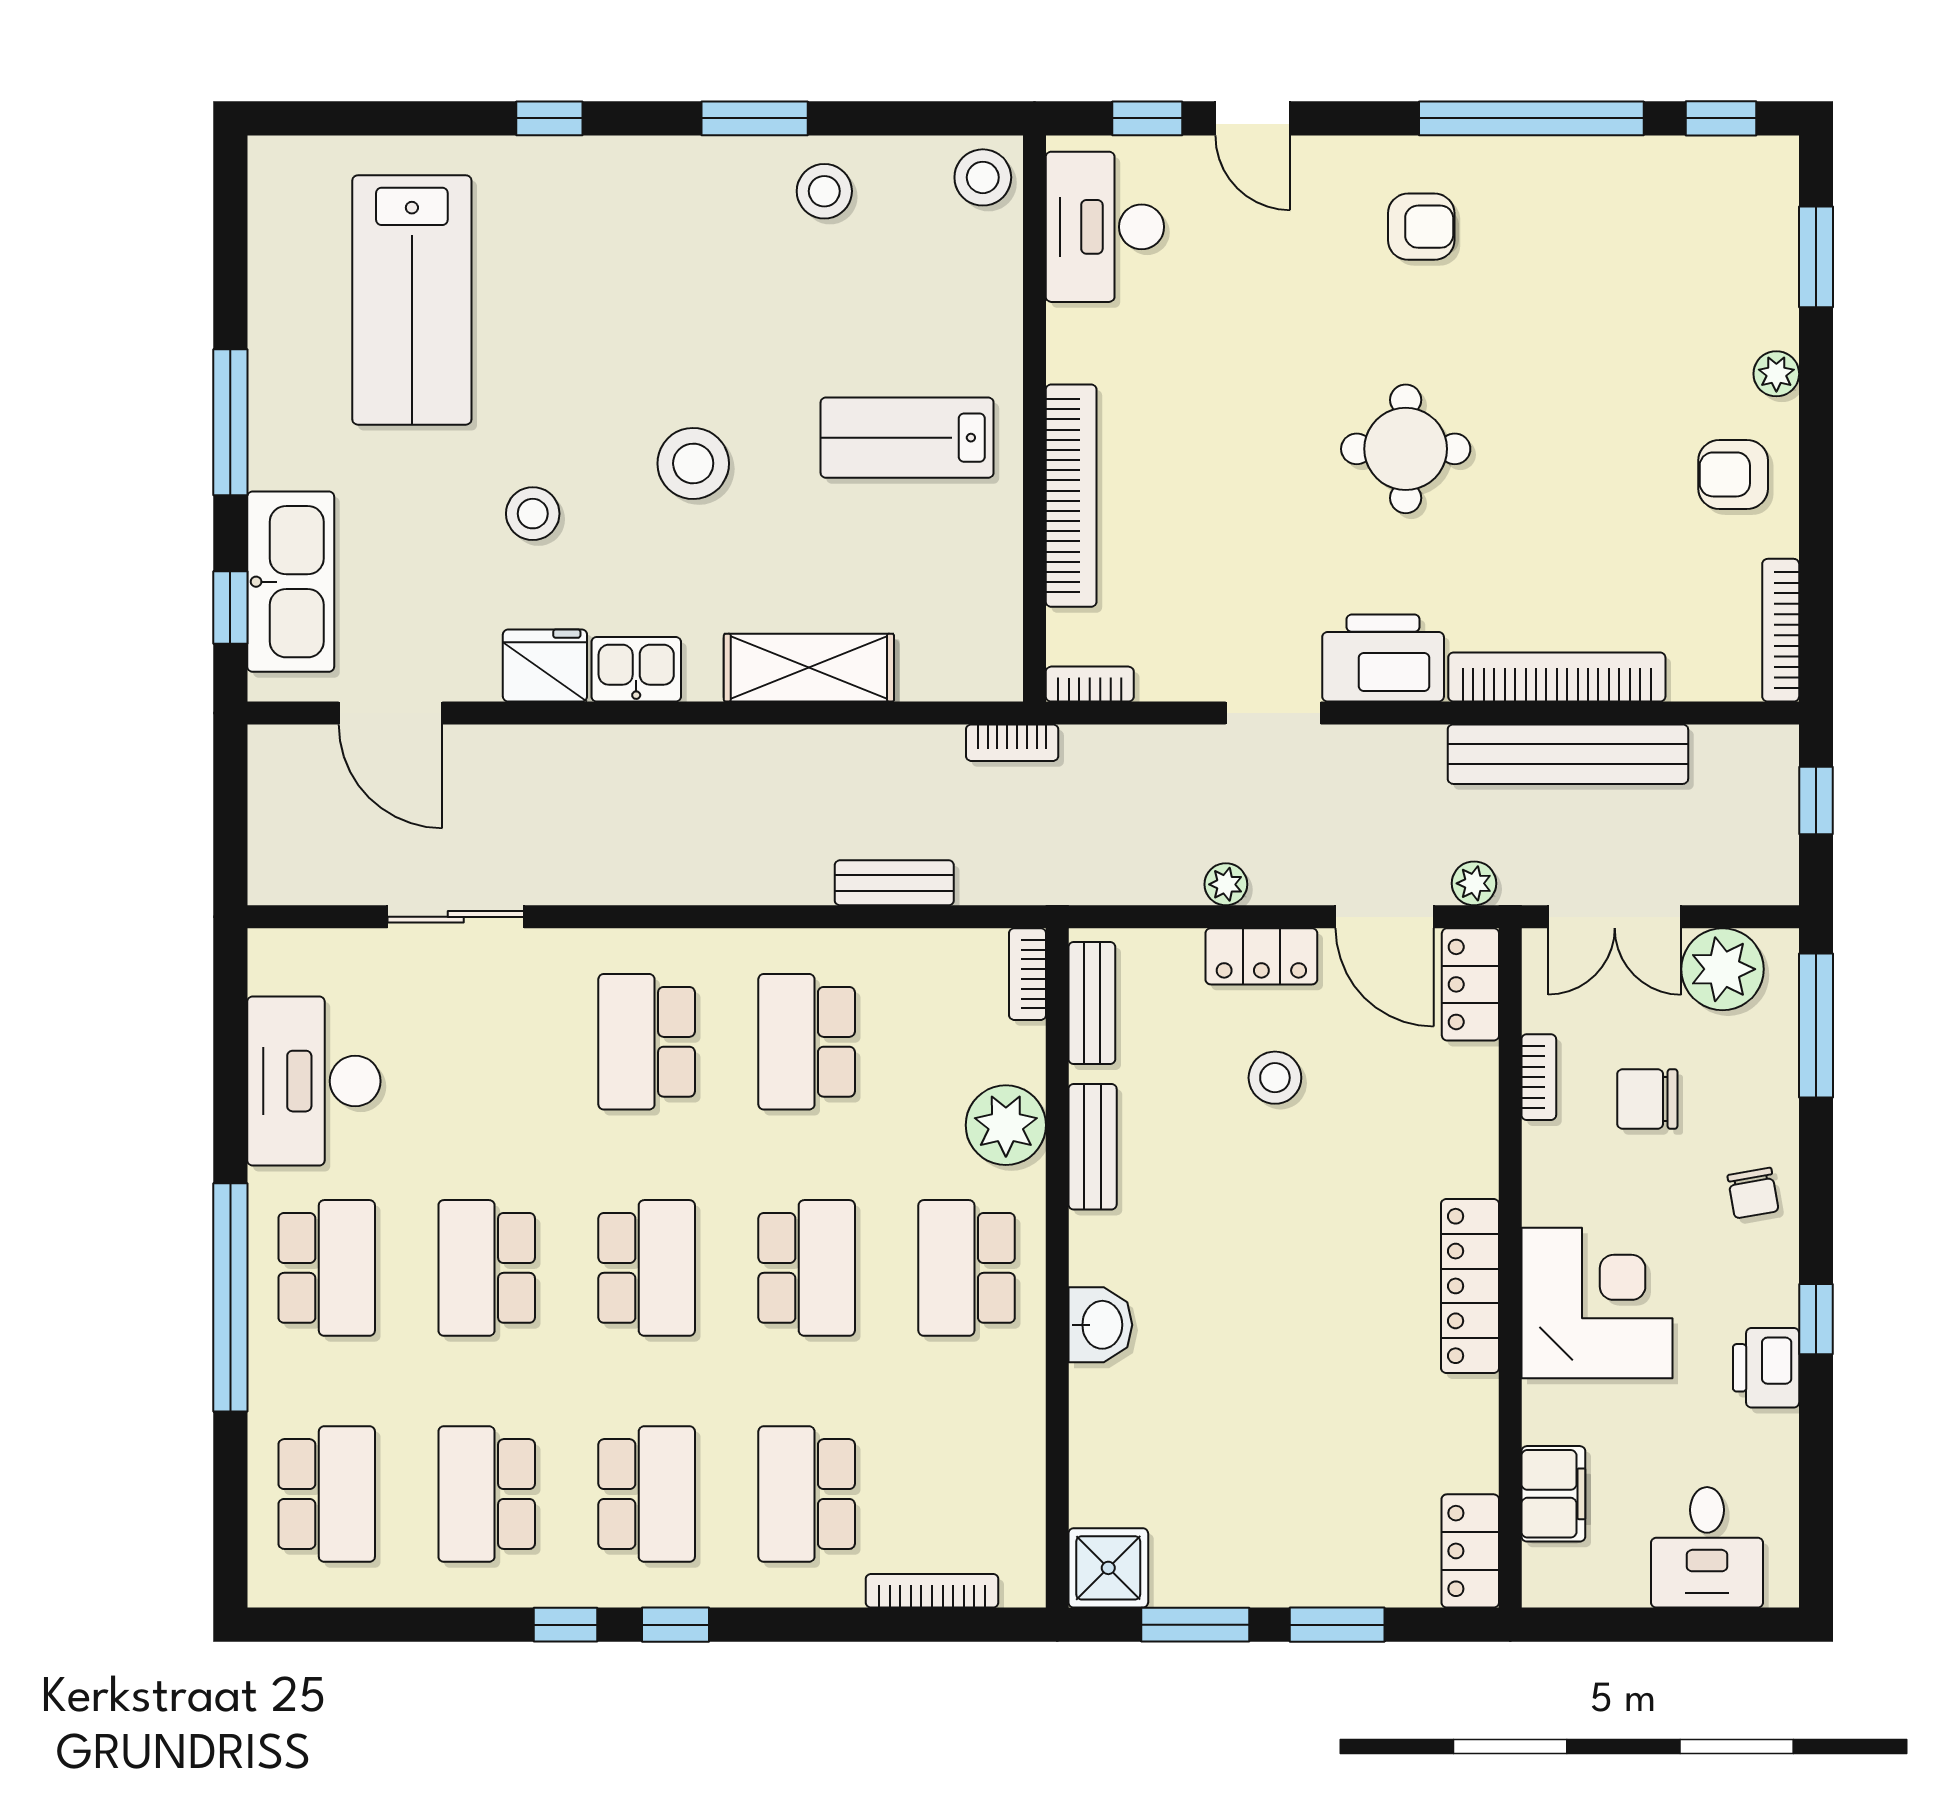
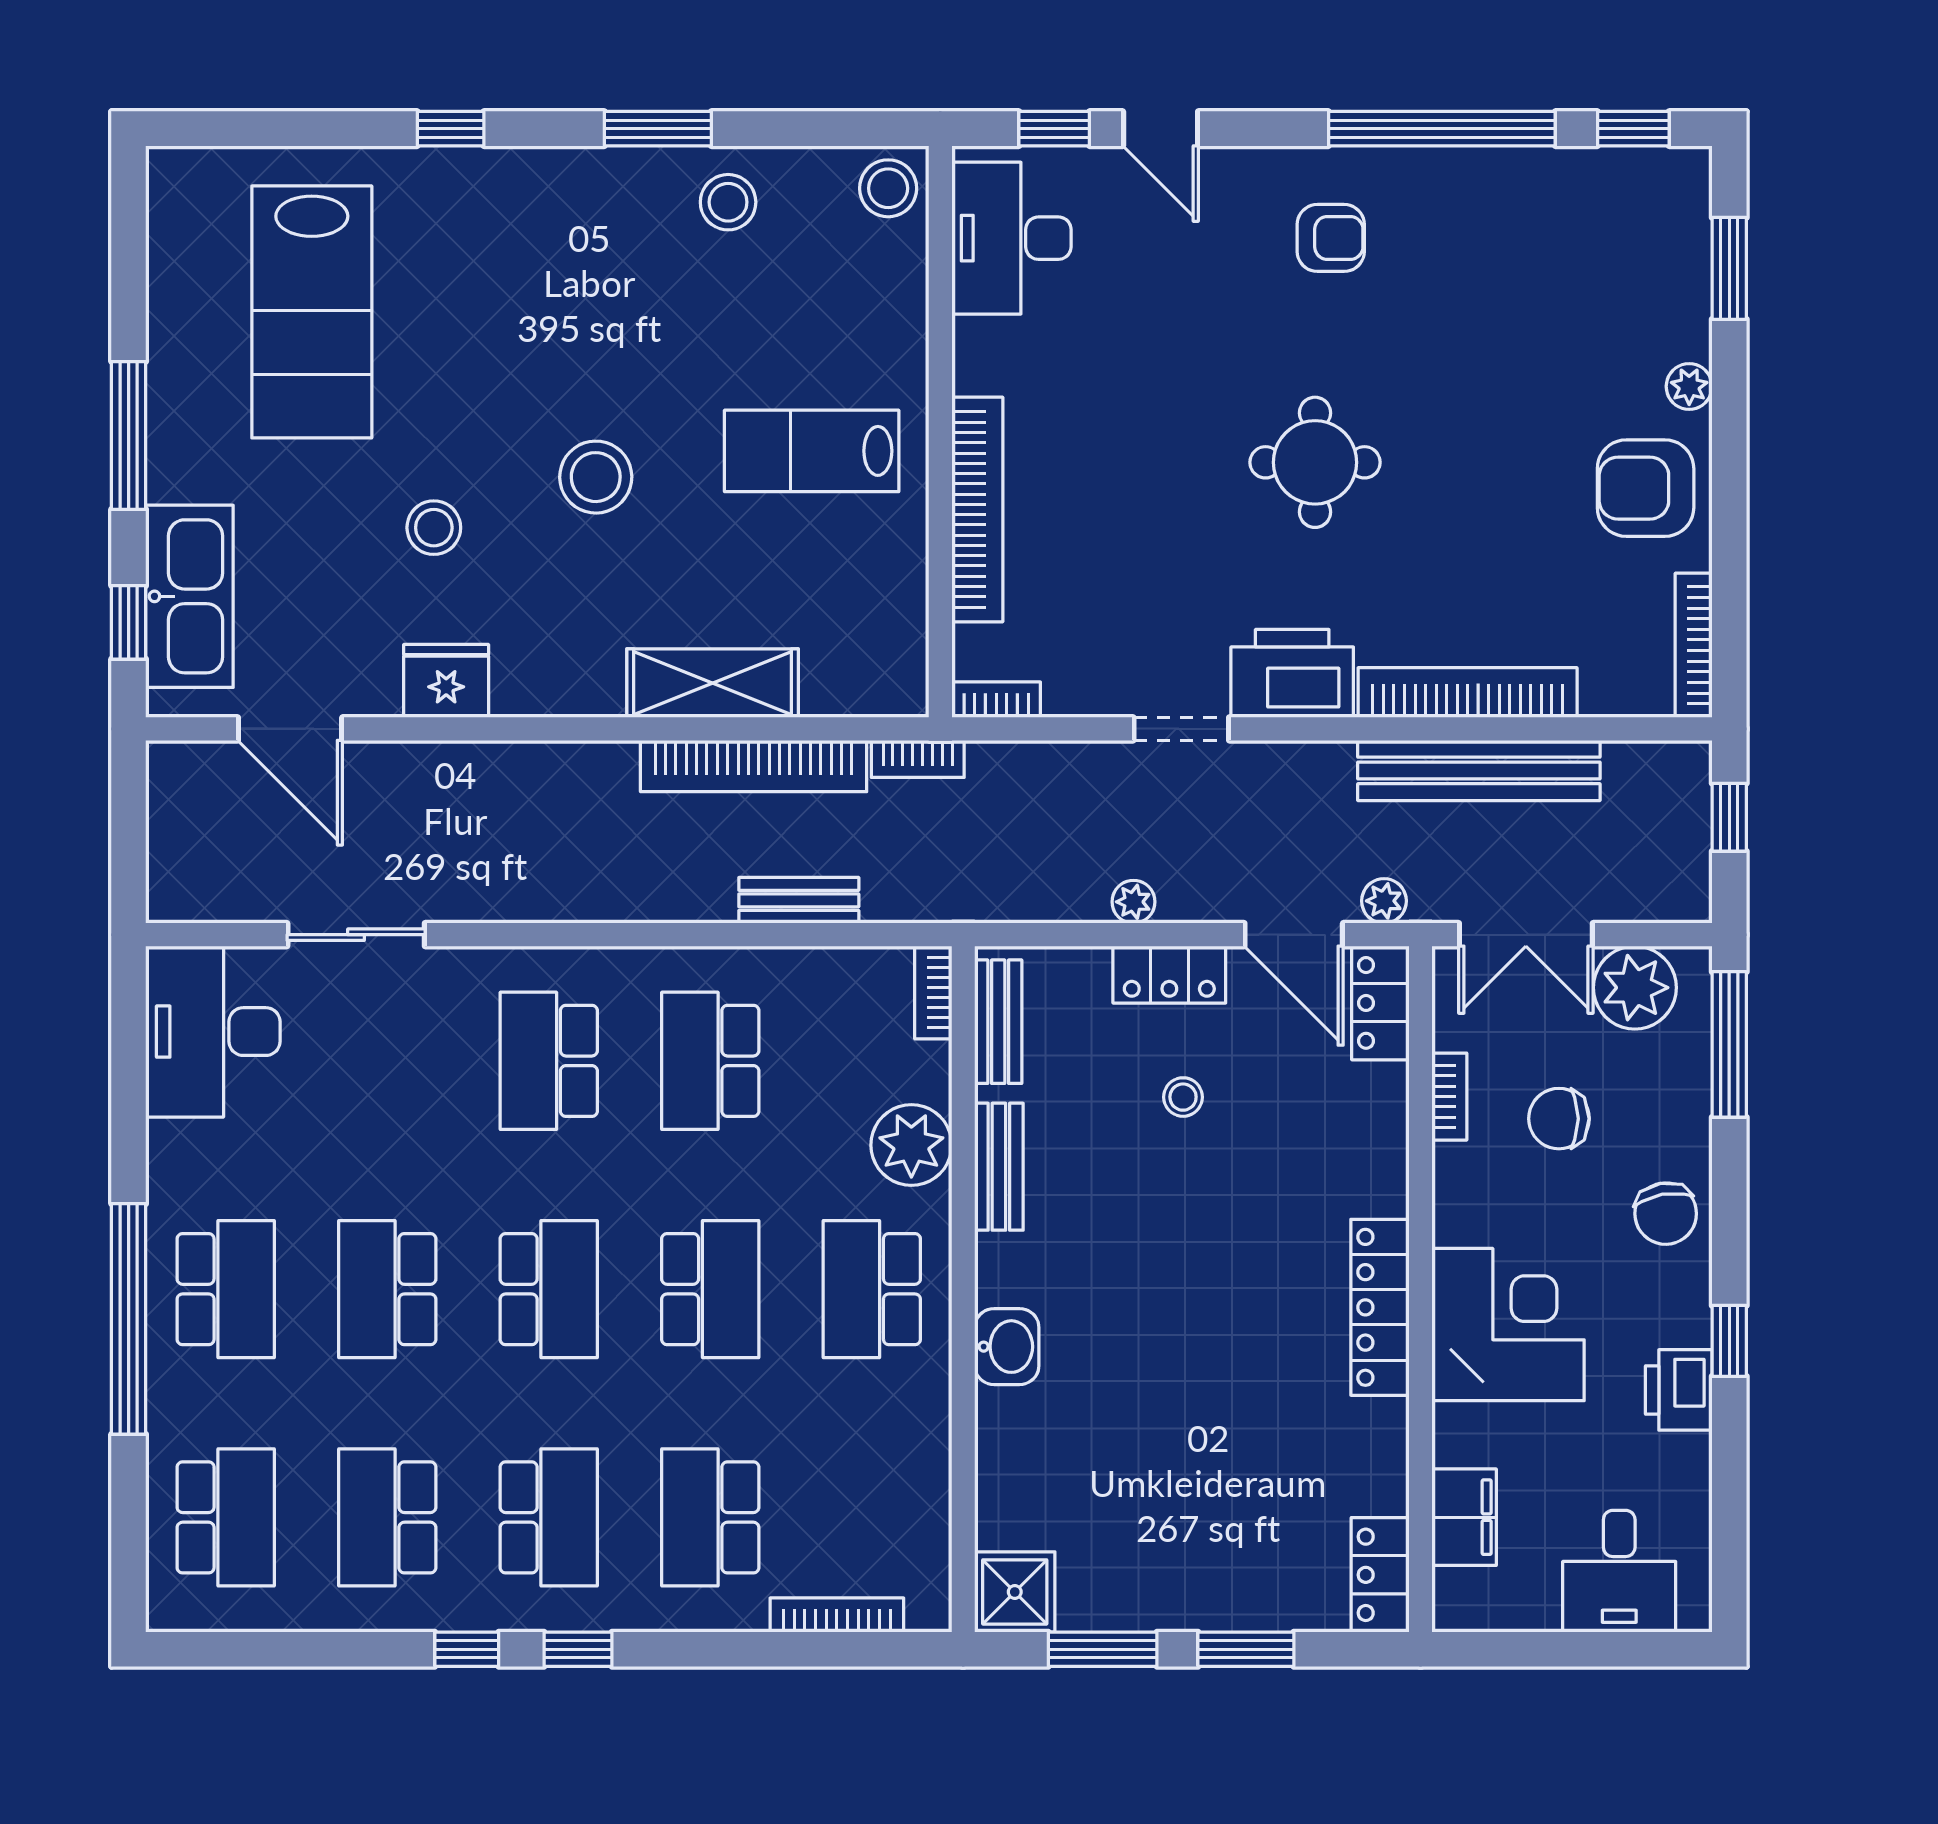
armchair: (1733, 474) -> (1646, 488), width x1.38, depth x1.38
kitchen sink: (636, 669) -> (538, 685), removed
bookcase: (849, 750) -> (754, 766), added
stool: (1275, 1078) -> (1183, 1097), width x0.73, depth x0.73
desk: (314, 1081) -> (213, 1032), moved
chair: (1753, 1193) -> (1666, 1214), width x1.37, depth x1.37

